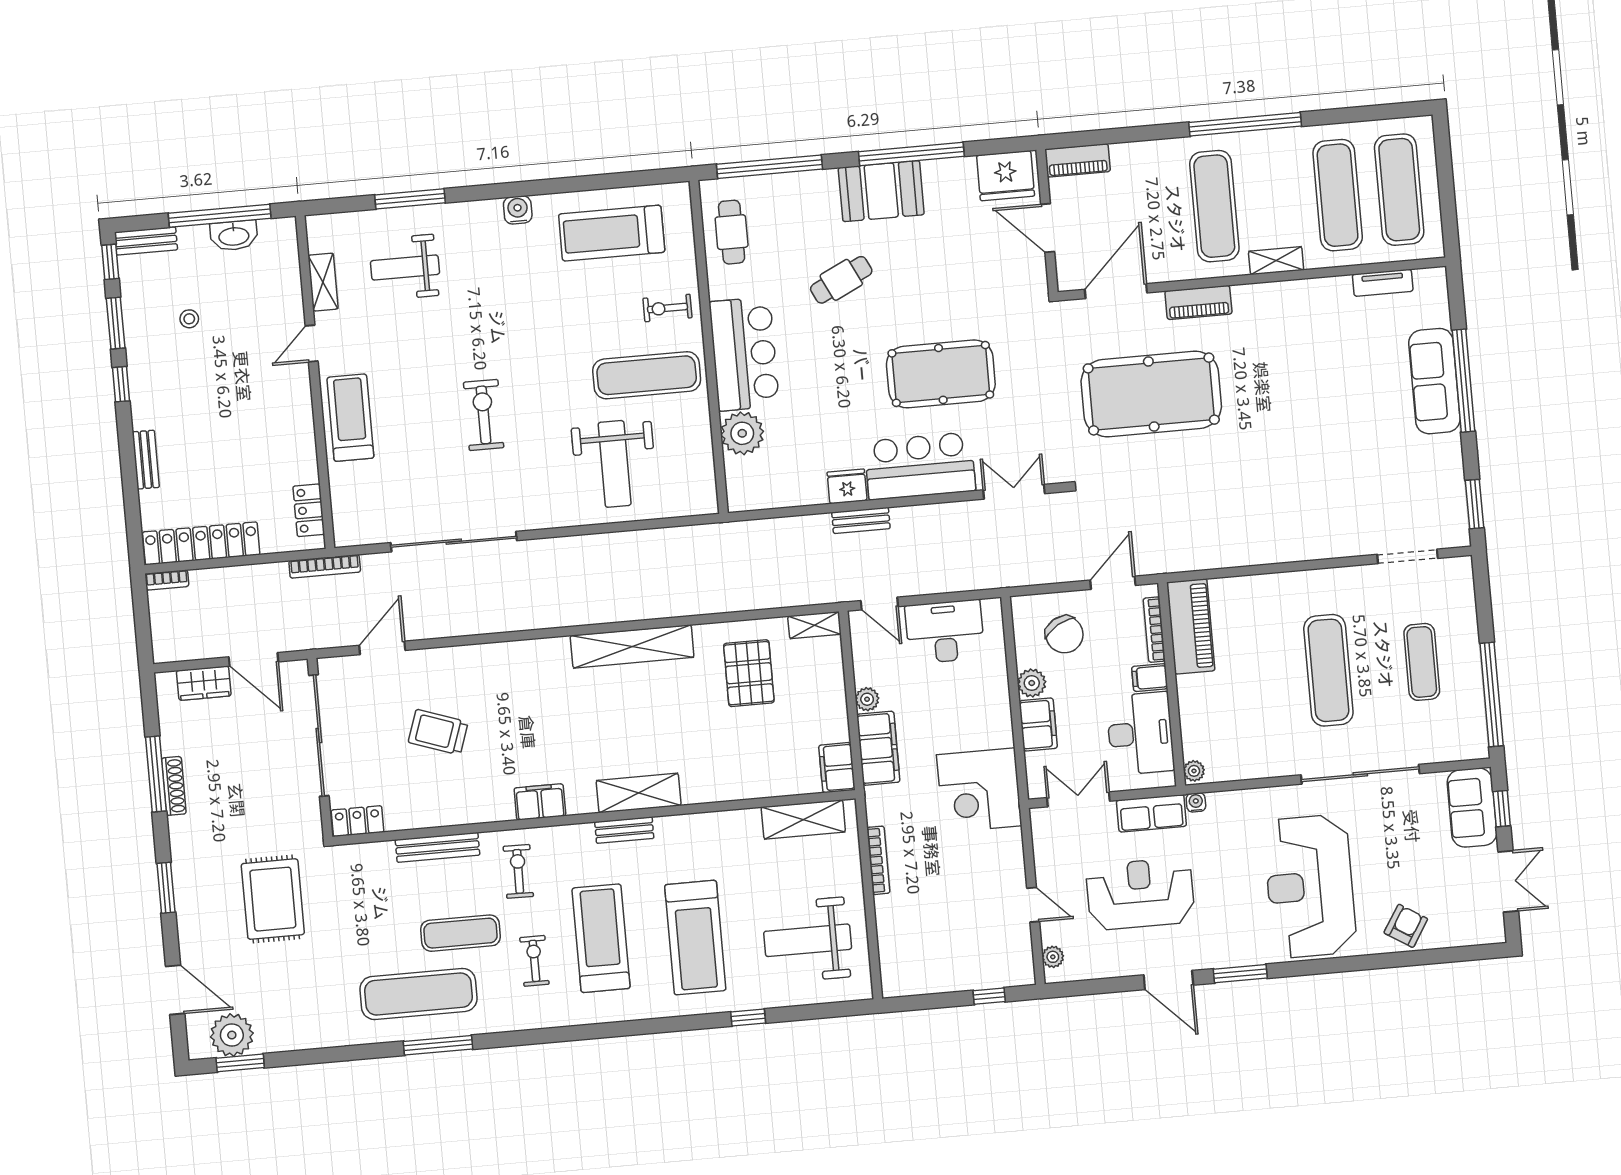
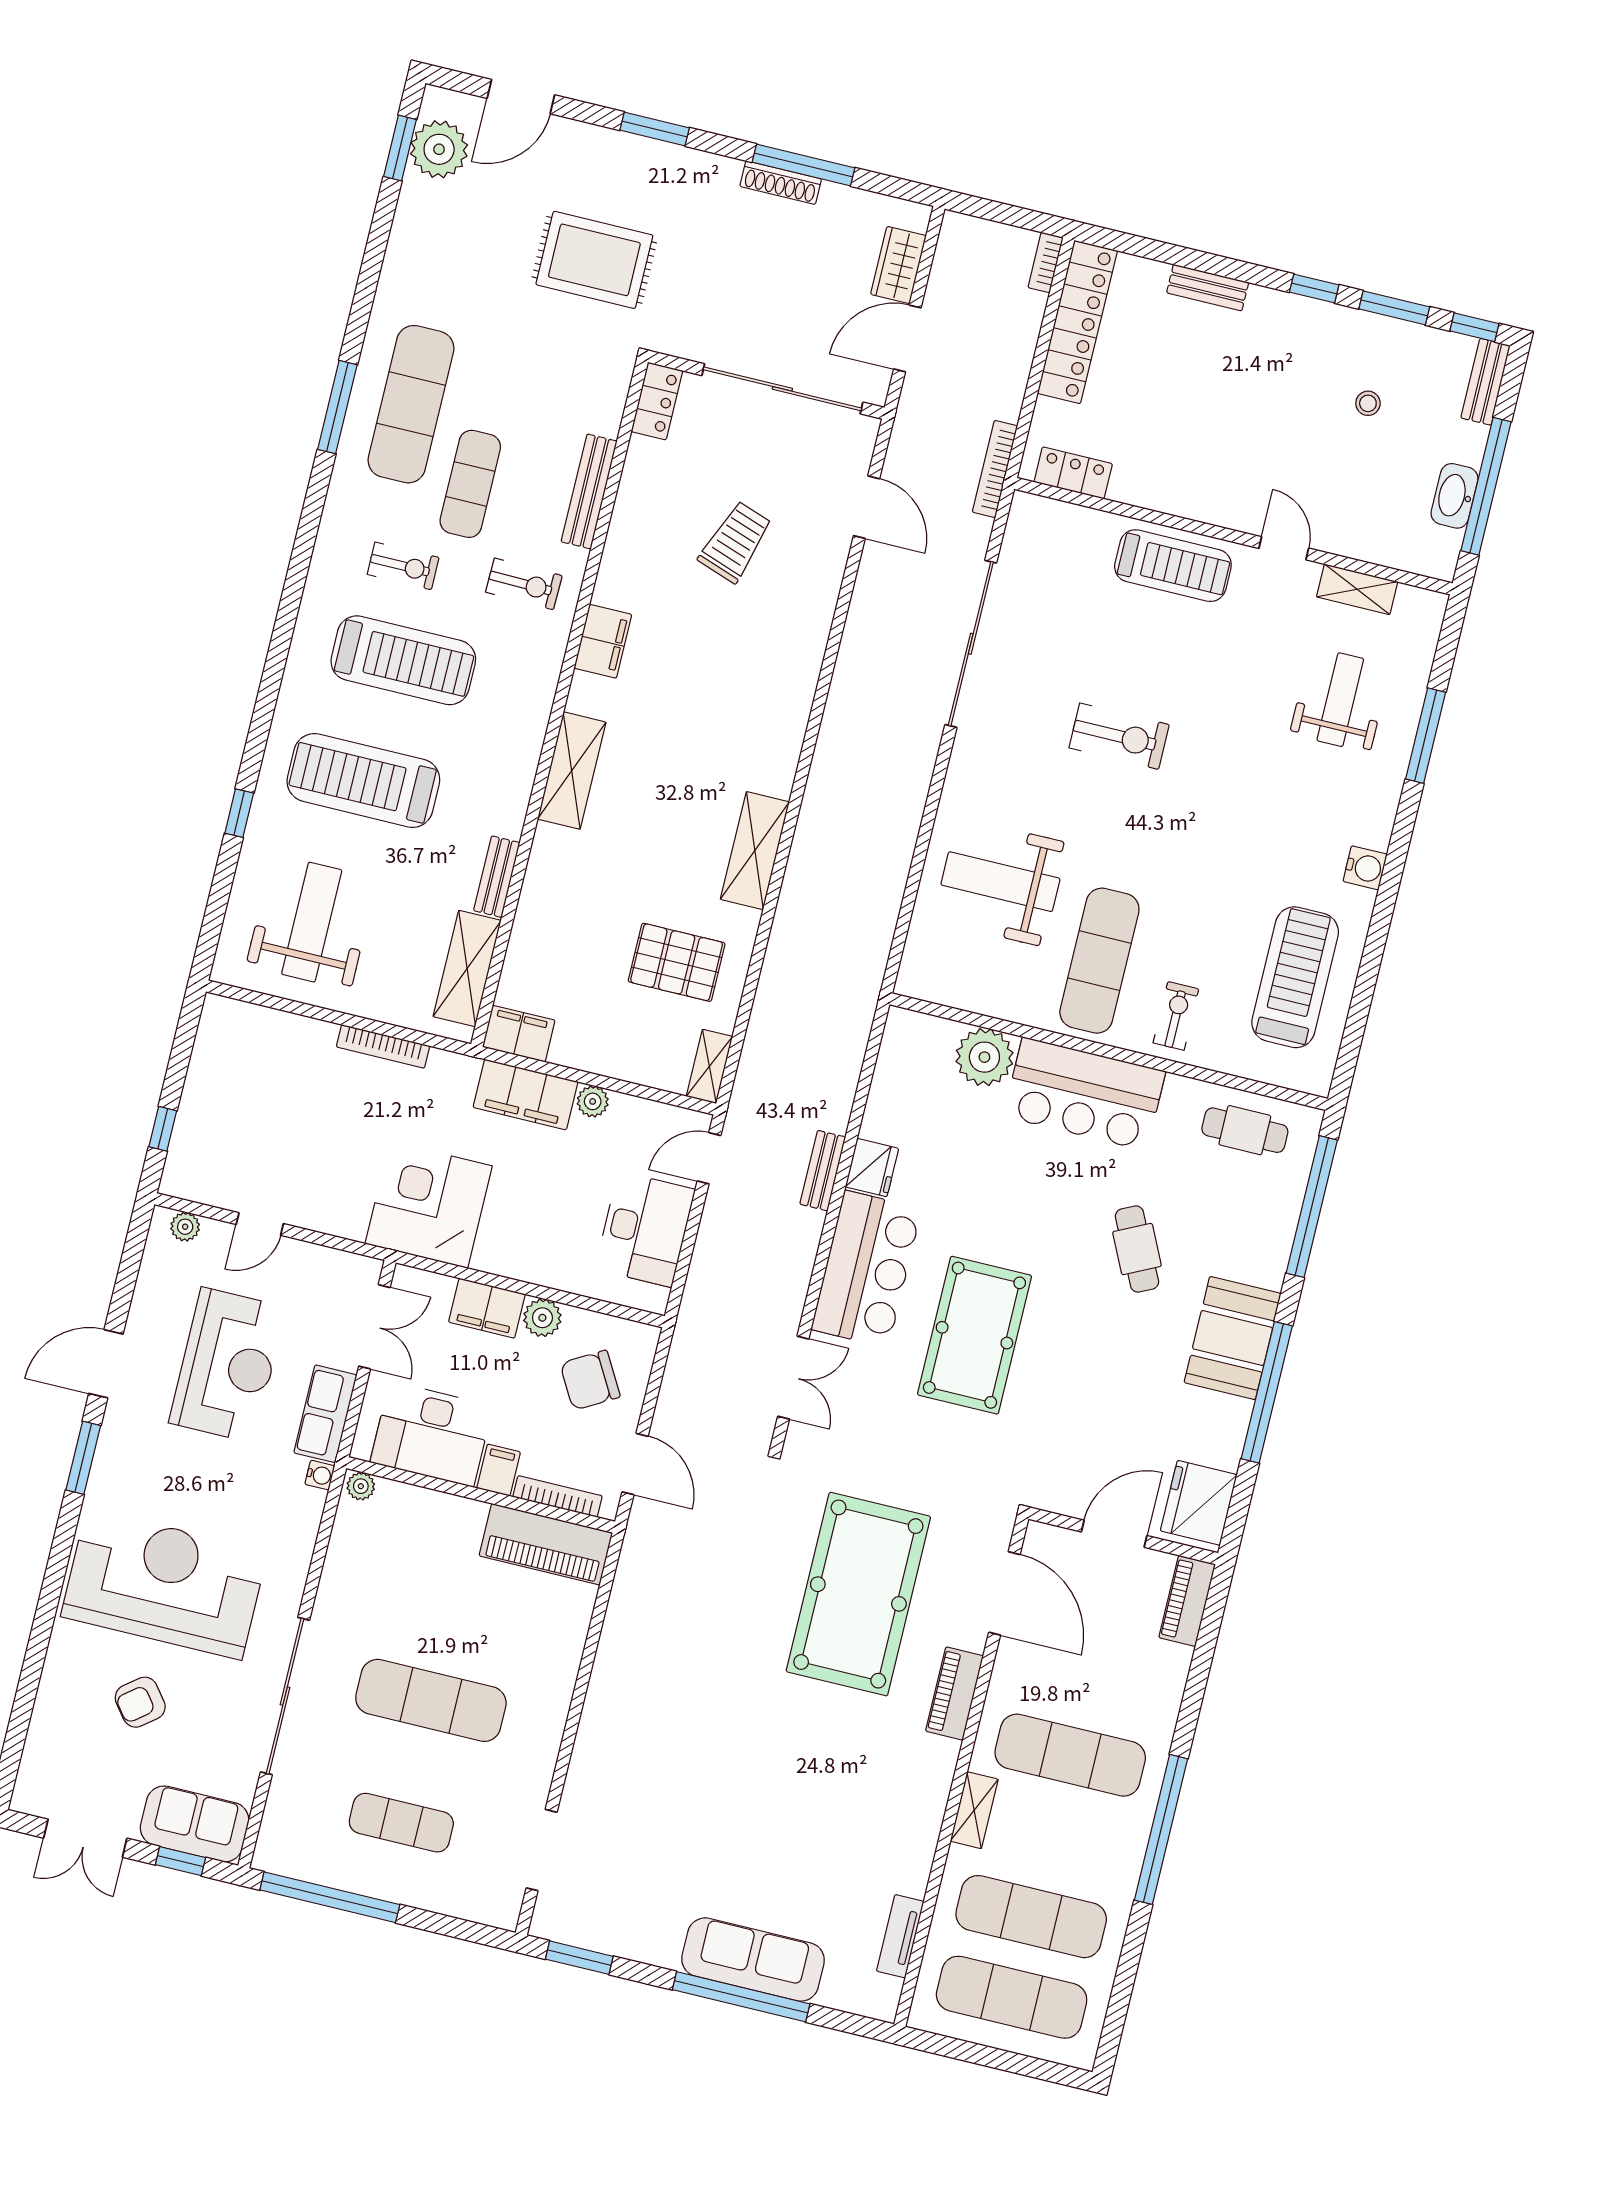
shelving: (632, 646) -> (755, 851), width x0.68
bench: (624, 830) -> (497, 877), moved
armchair: (1406, 926) -> (140, 1702), moved, turned 110

